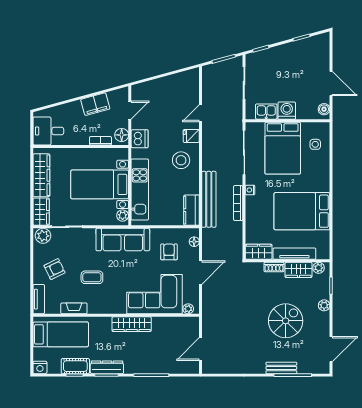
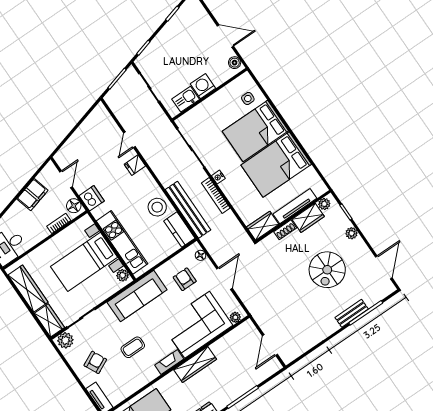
bed: (283, 148) -> (255, 131), moved, turned 90
stool: (181, 160) -> (157, 207), moved
fireplace: (74, 308) -> (169, 362), moved
spiral stairs: (286, 321) -> (327, 270), turned 180

